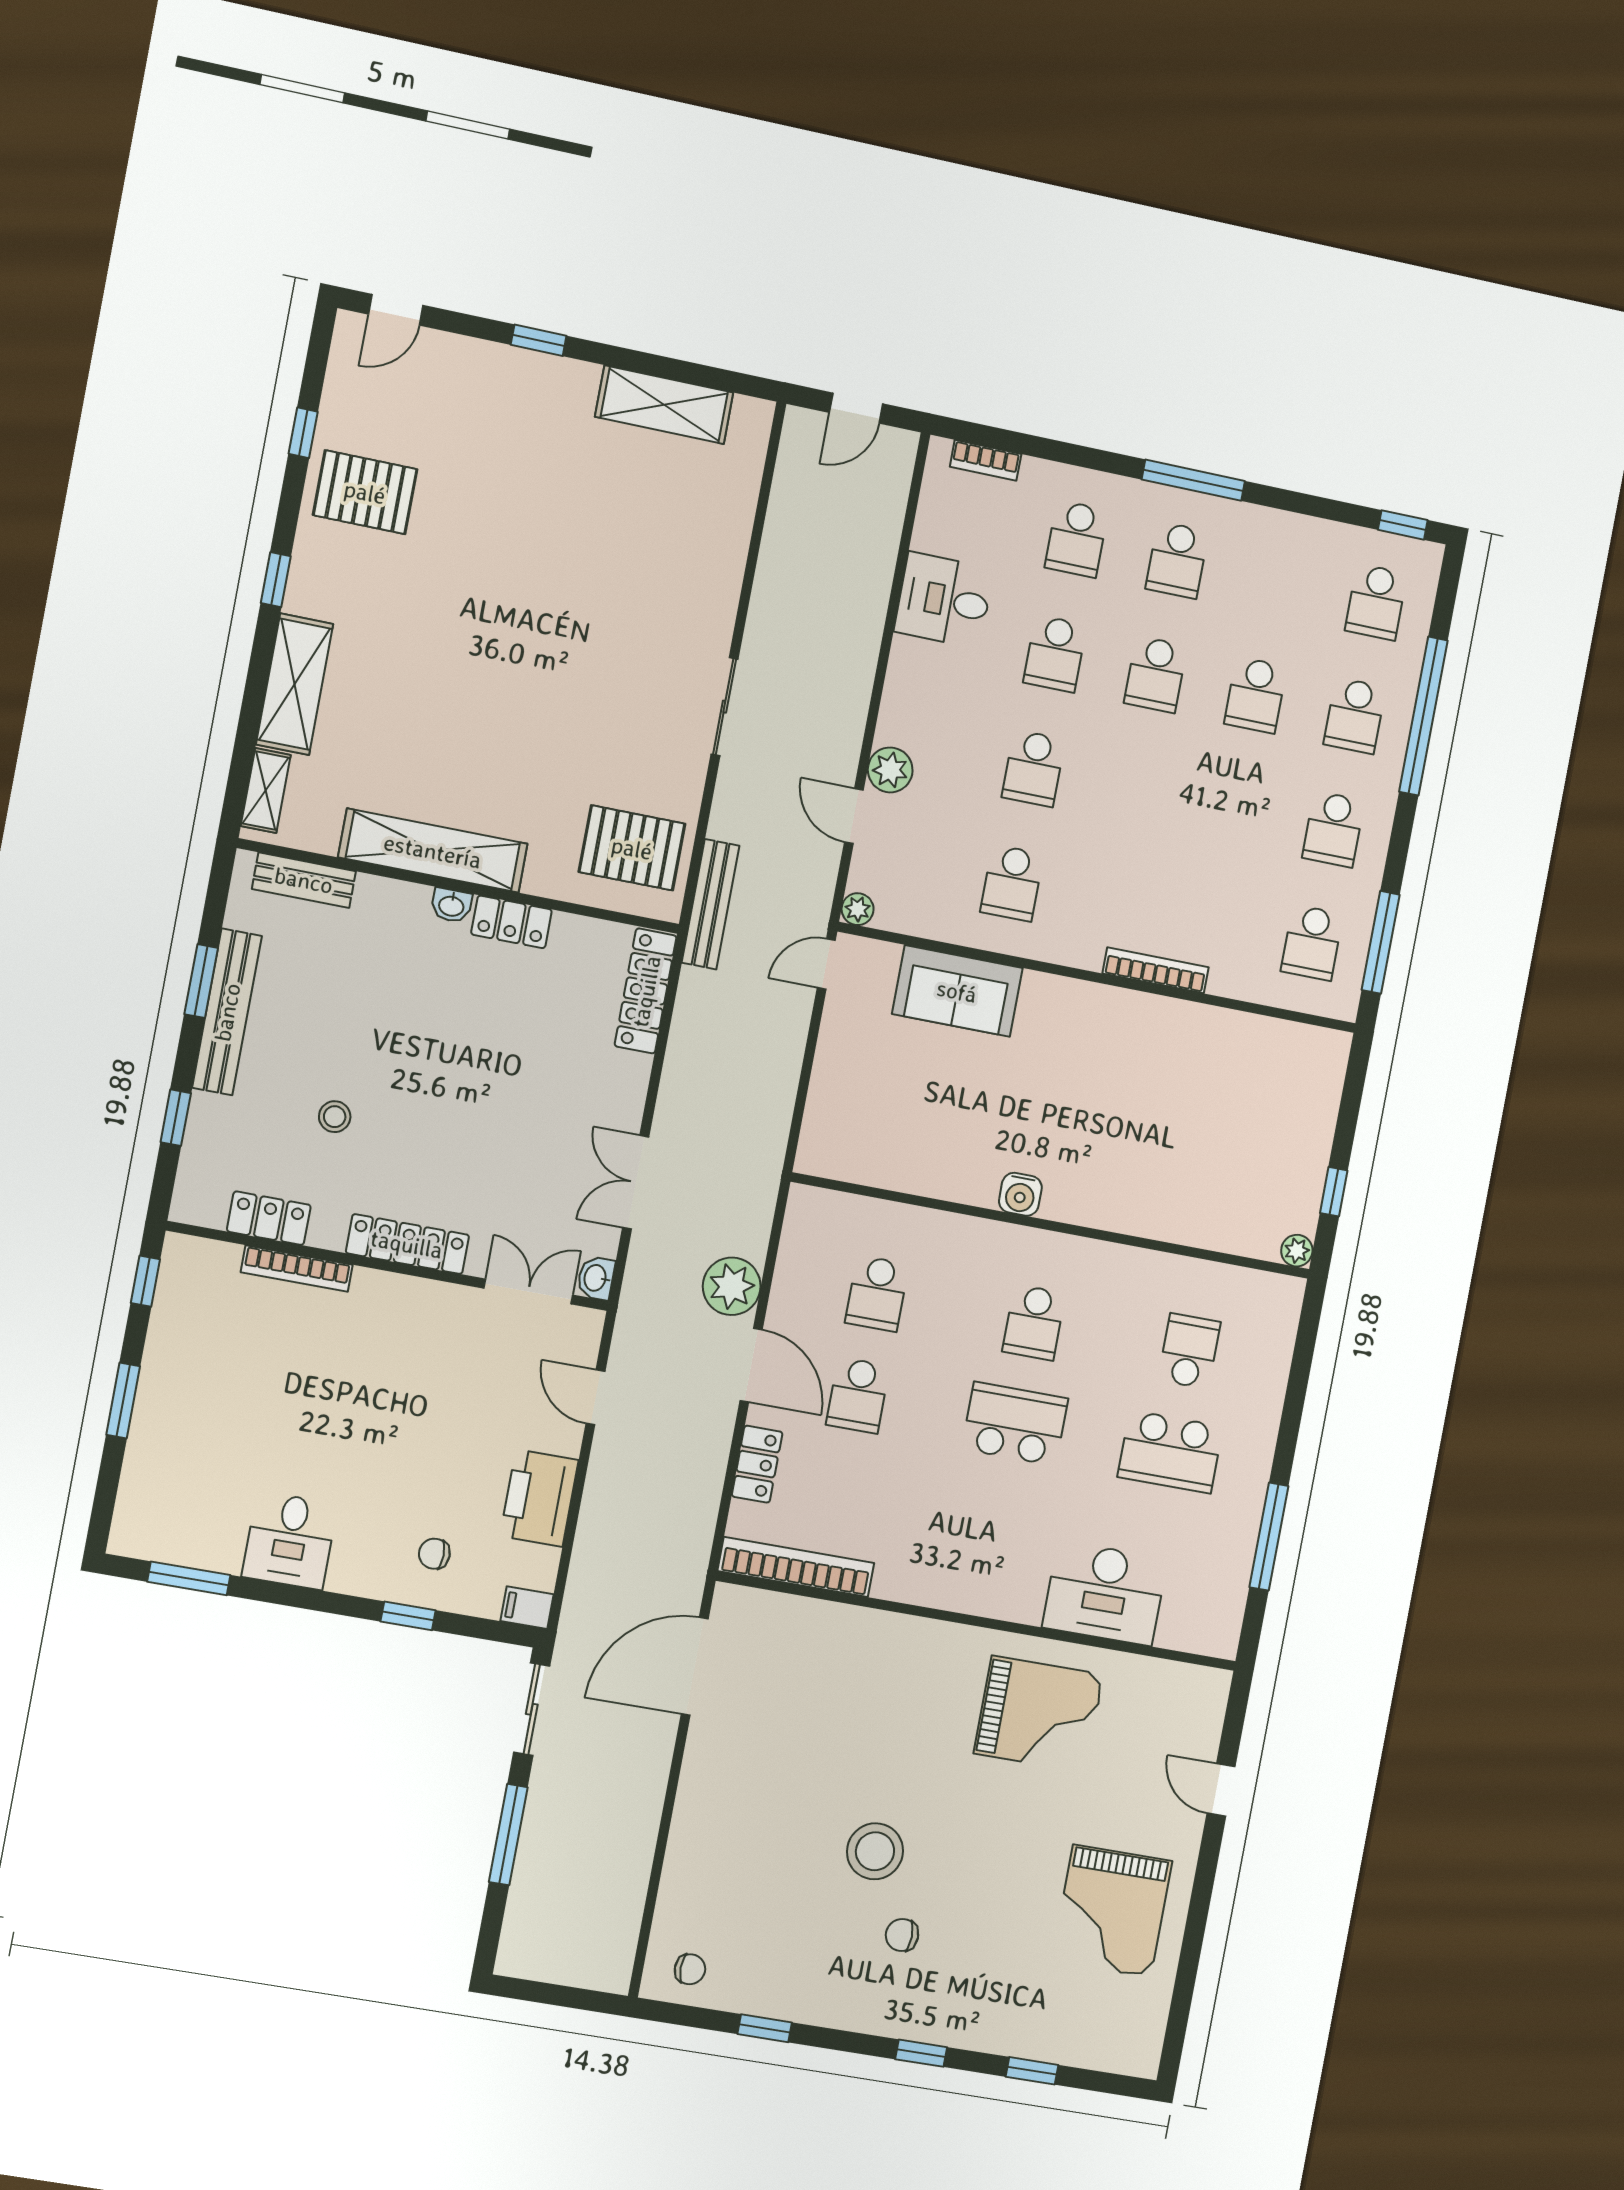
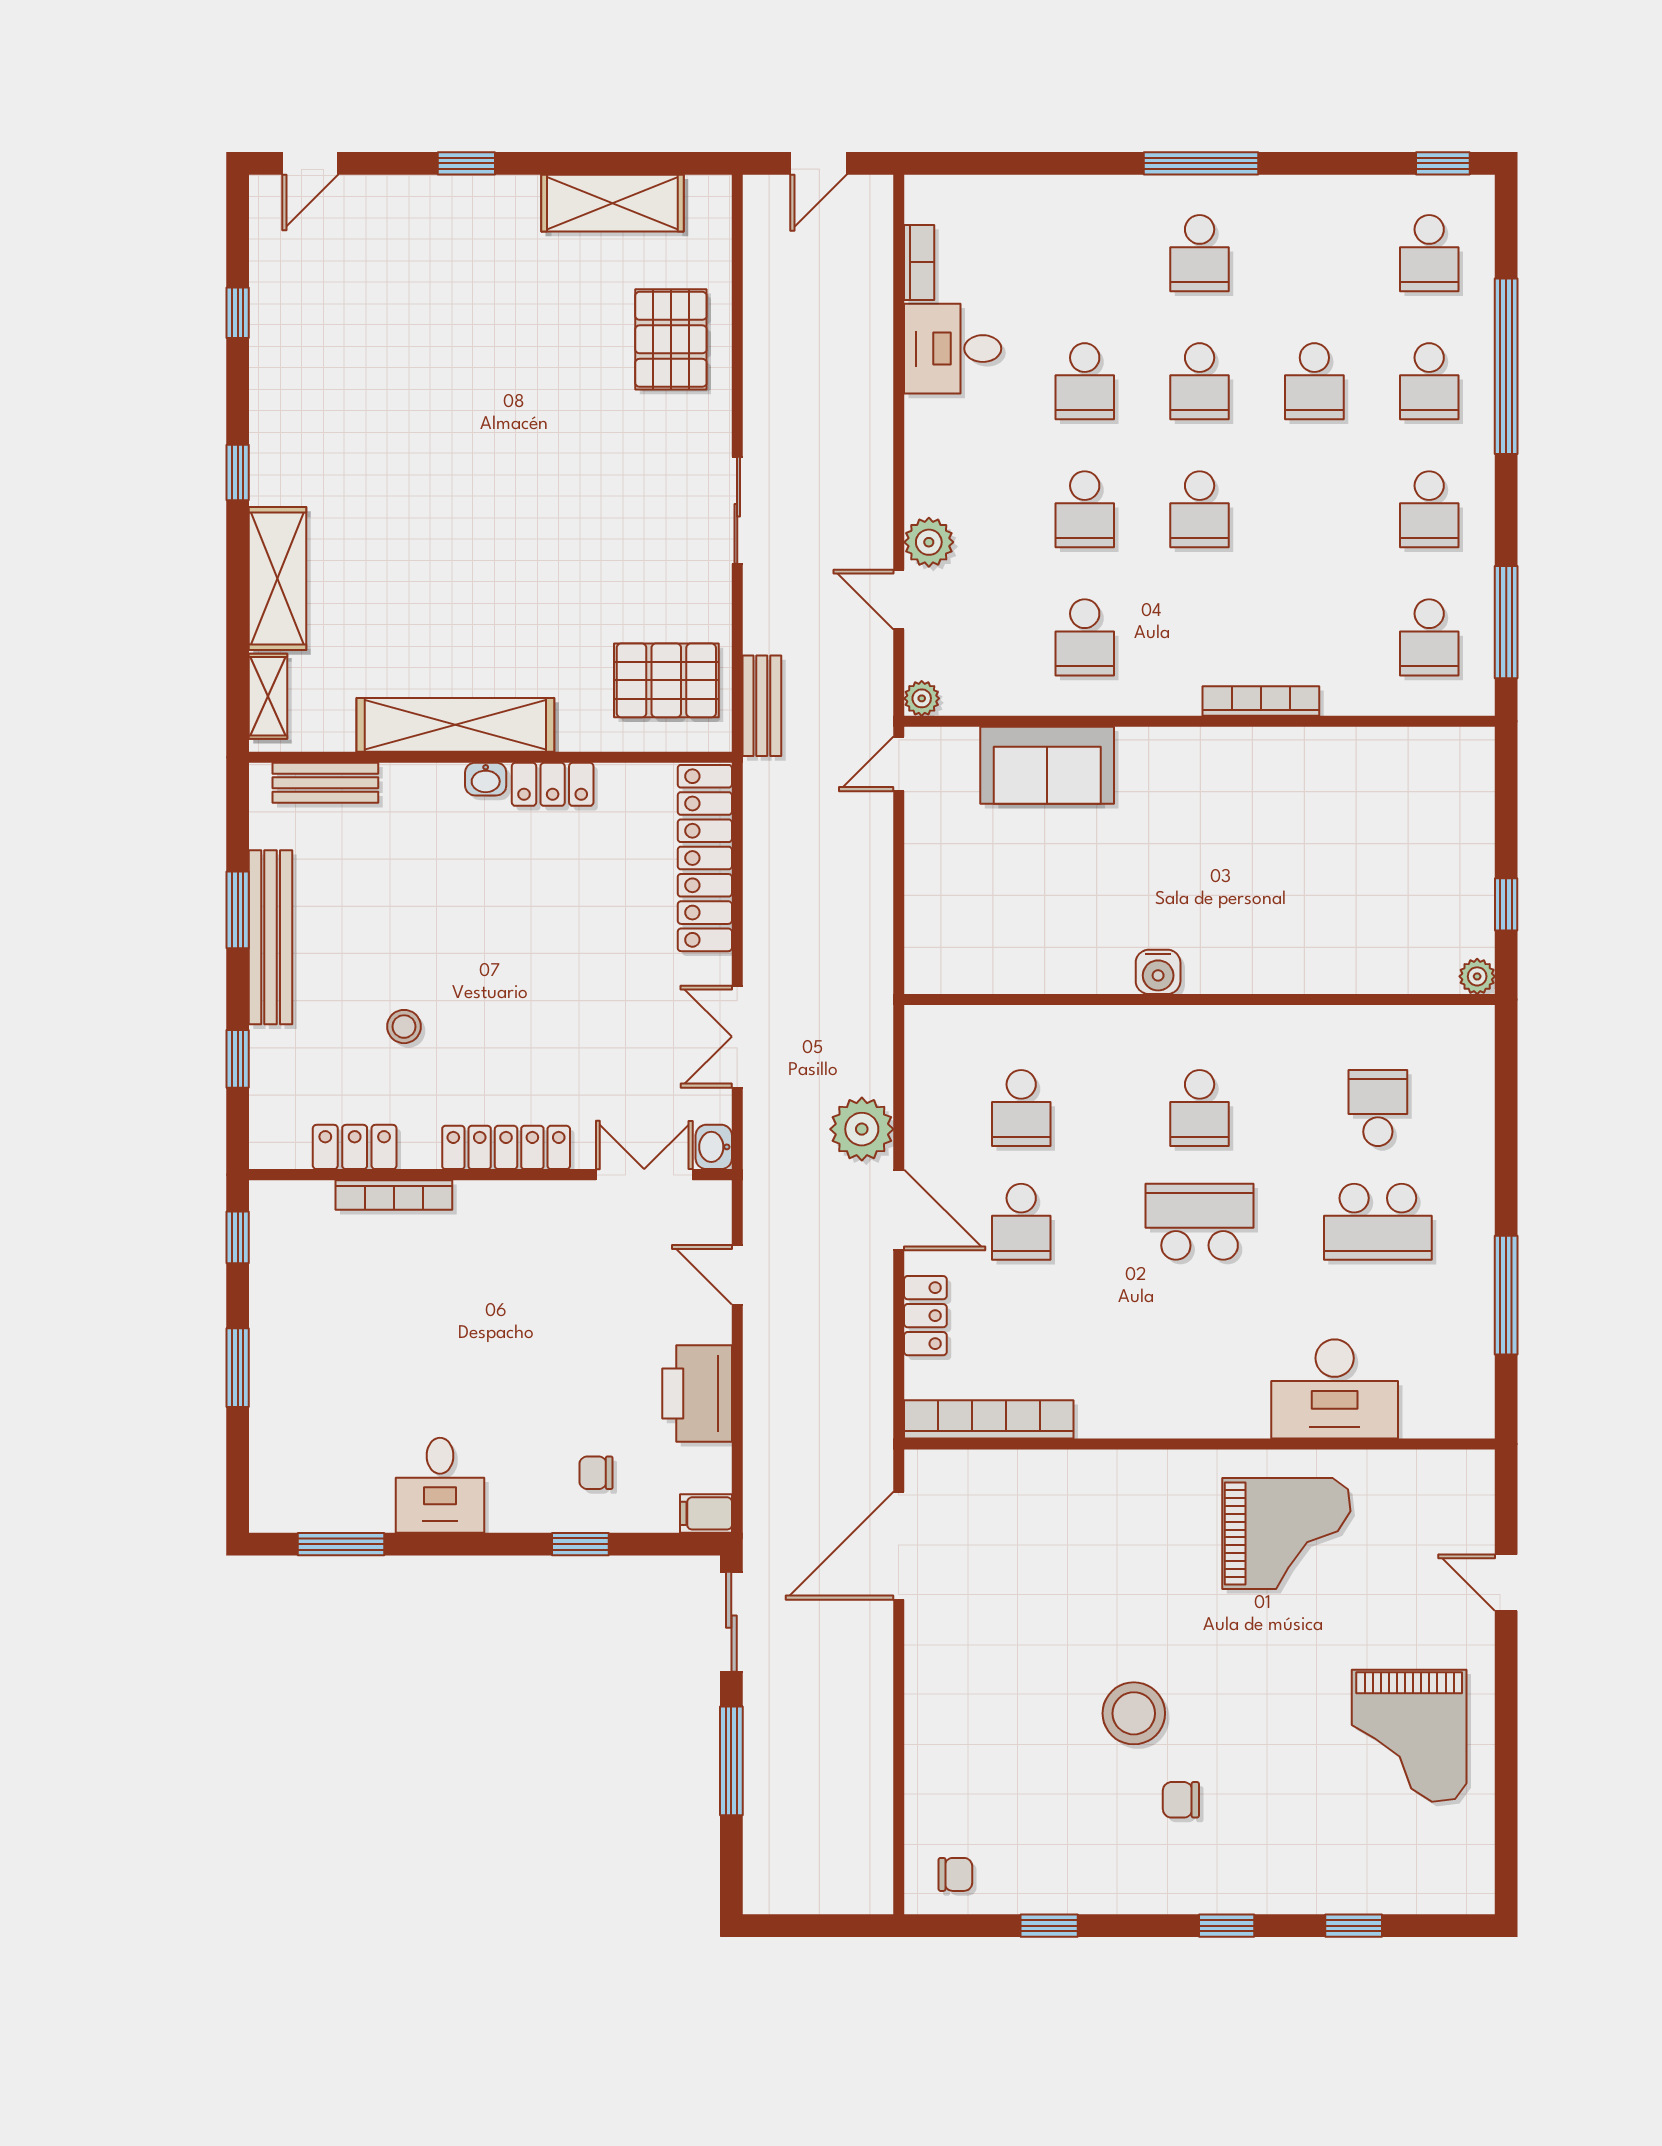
bookcase: (986, 460) -> (919, 262), moved, turned -90
pallet: (365, 492) -> (671, 339), moved, turned 90
school desk: (1077, 539) -> (1200, 509), moved
bench: (711, 904) -> (762, 706), width x0.73
locker: (646, 991) -> (705, 858), width x1.41, depth x1.21

